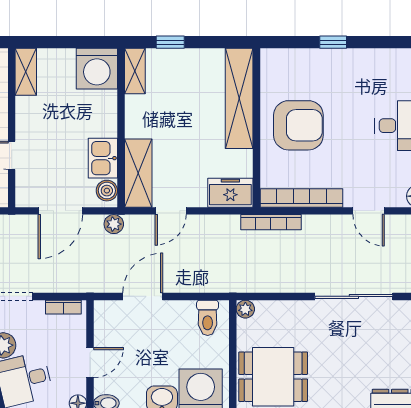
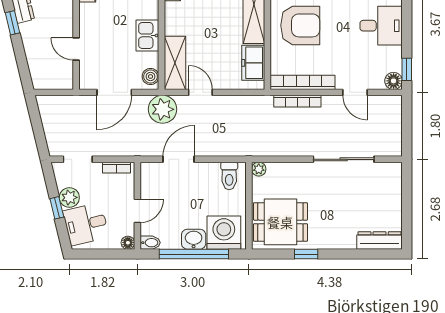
kitchen sink: (103, 158) -> (147, 35), moved
freezer: (230, 193) -> (253, 63), moved, turned -90
door: (171, 211) -> (200, 92), swing flipped
bookcase: (271, 222) -> (297, 101), moved
plant: (114, 224) -> (163, 109), width x1.87, depth x1.87

